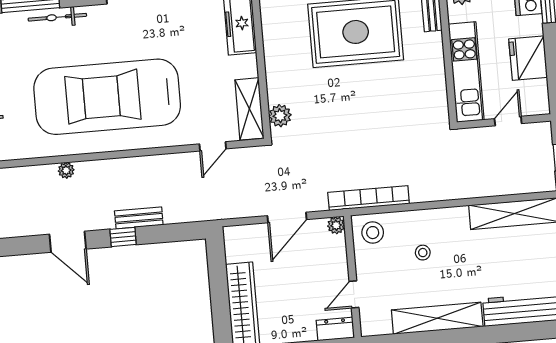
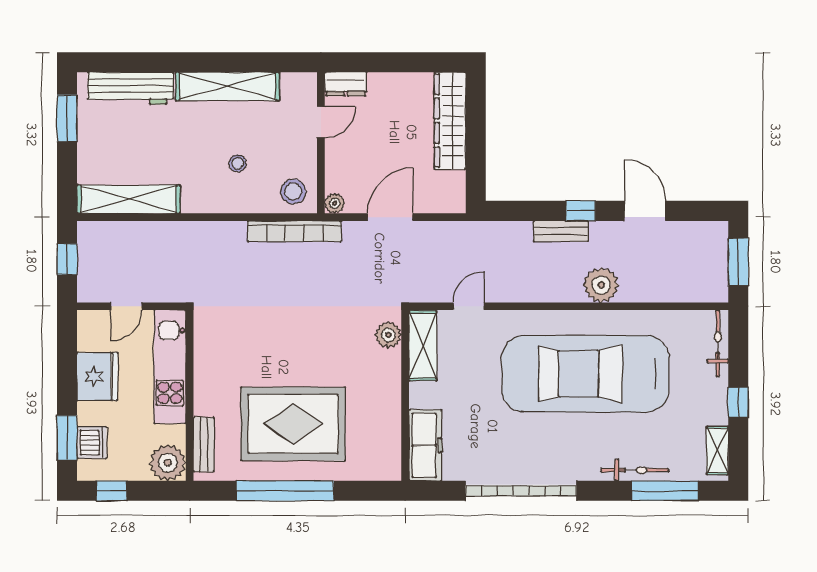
car: (107, 97) -> (585, 374), turned 180
plant: (66, 170) -> (601, 285), moved, width x1.88, depth x1.88

